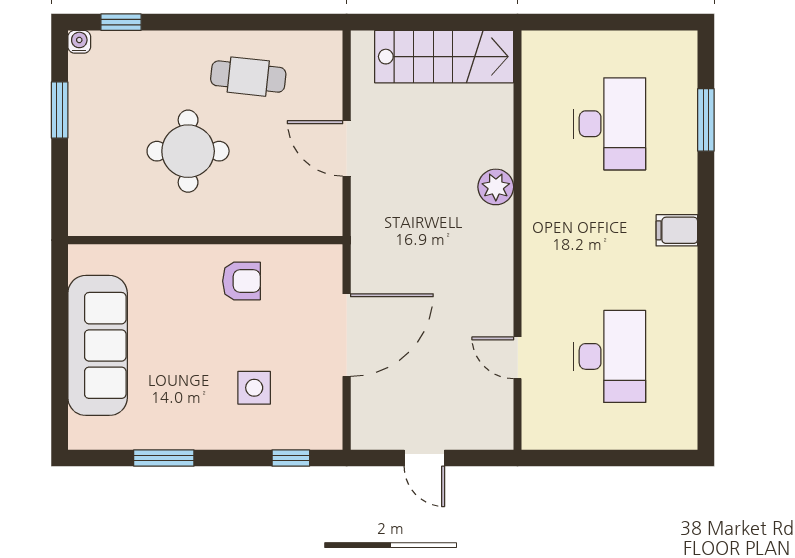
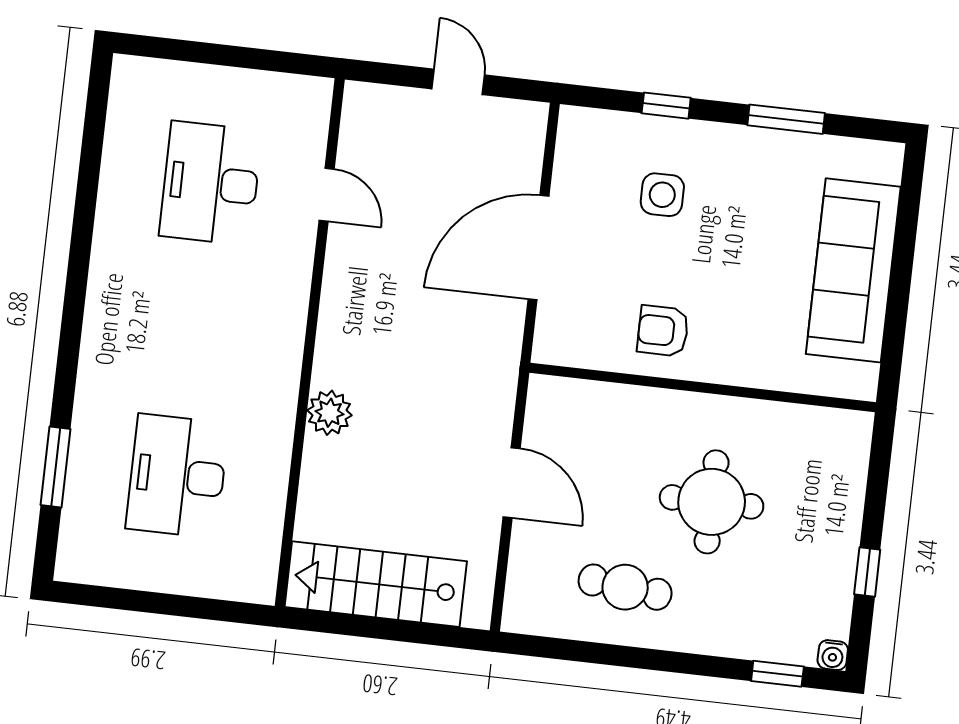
window: (60, 110) -> (867, 572), width x0.67
filing cabinet: (677, 230) -> (108, 332), removed
window: (291, 458) -> (666, 106), moved

